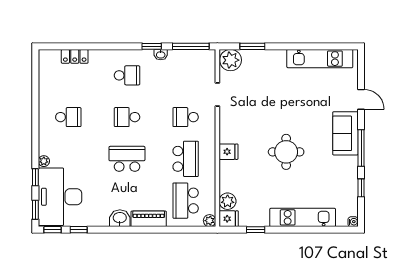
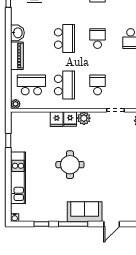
school desk: (186, 159) -> (64, 85), turned -90
plant: (228, 201) -> (84, 118), moved
fridge: (229, 219) -> (57, 119), moved

